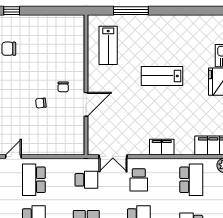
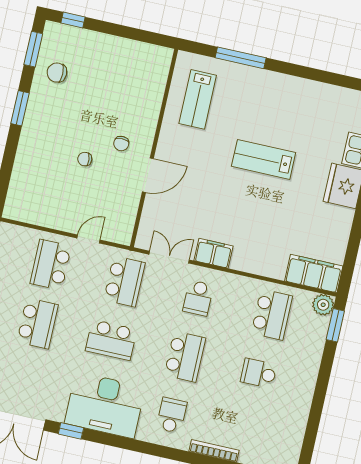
filing cabinet: (162, 147) -> (213, 253), moved
door: (13, 157) -> (88, 239), moved
double door: (113, 157) -> (169, 257), swing flipped
school desk: (86, 180) -> (124, 281), width x1.85

